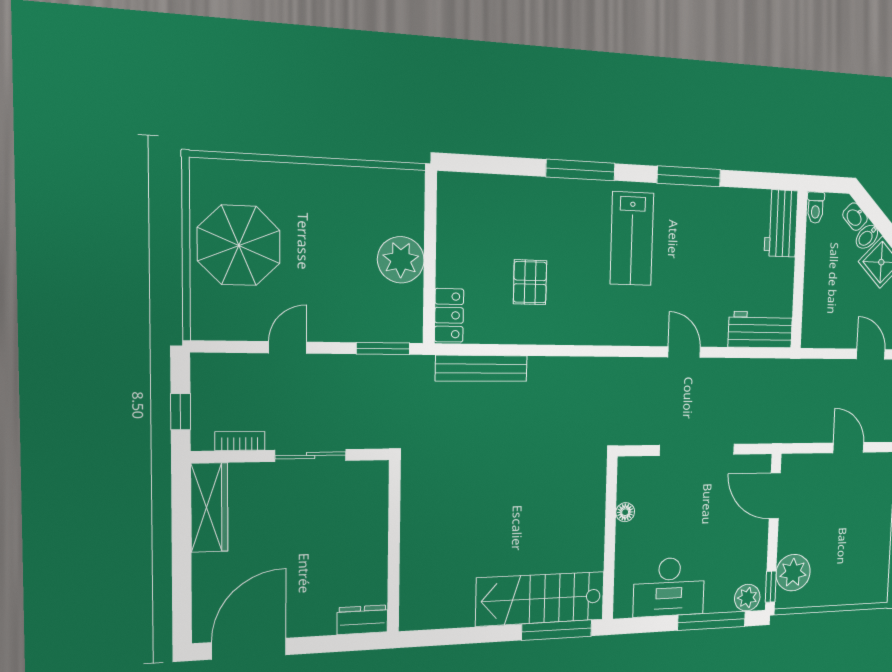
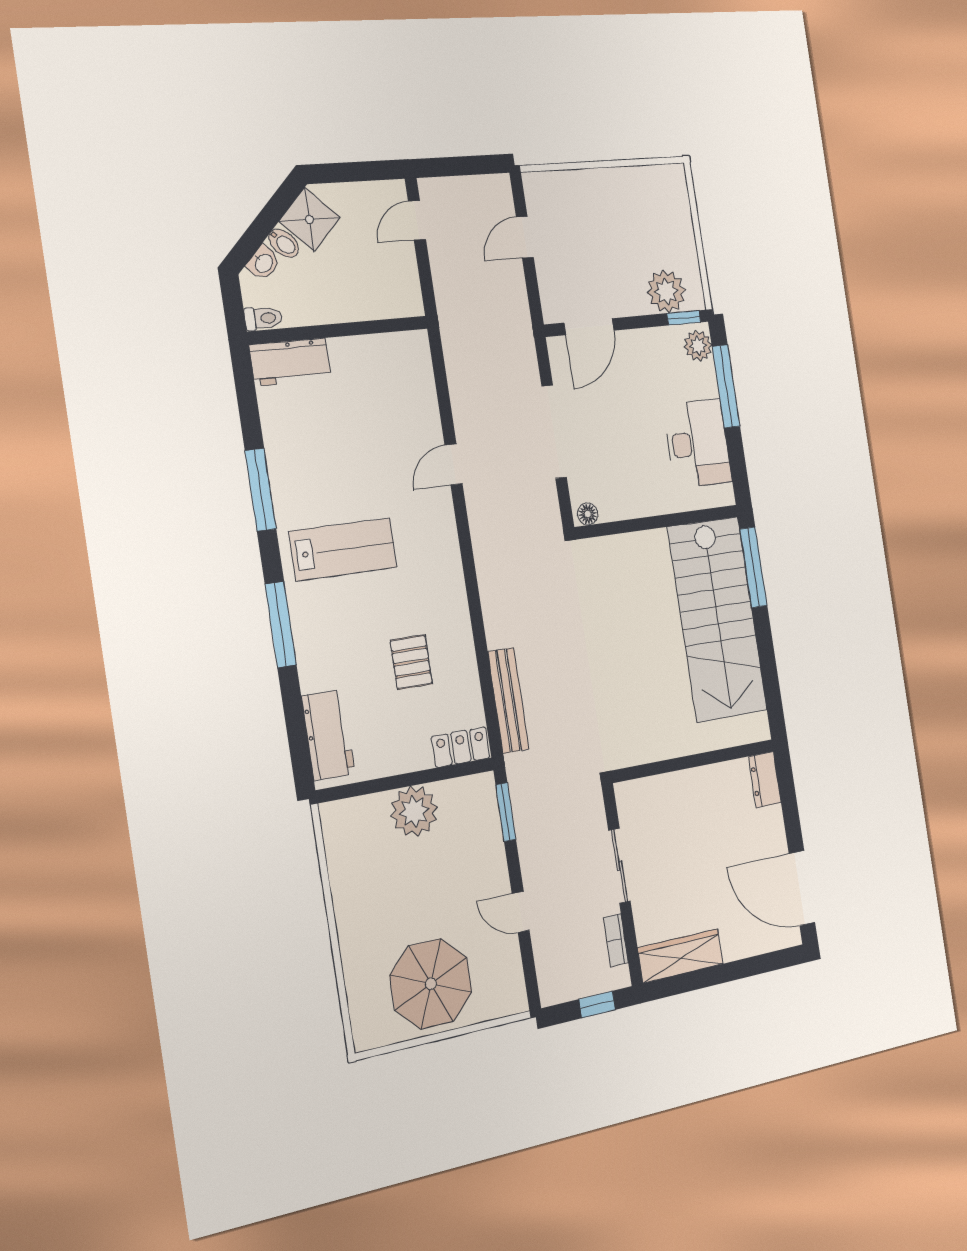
pallet: (530, 282) -> (411, 662), turned 90
workbench: (760, 330) -> (328, 735), moved, turned 180
floor lamp: (625, 512) -> (588, 514), moved
stairs: (540, 599) -> (717, 619), width x1.36, depth x1.51

